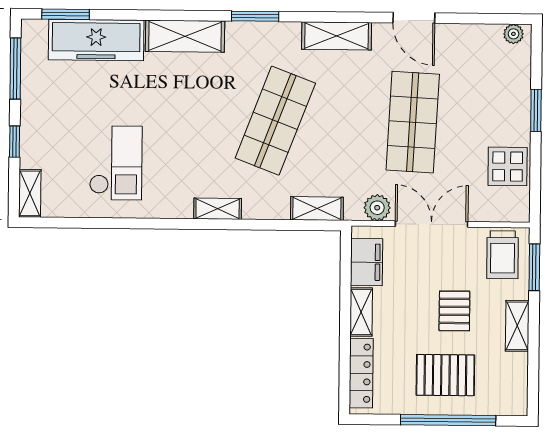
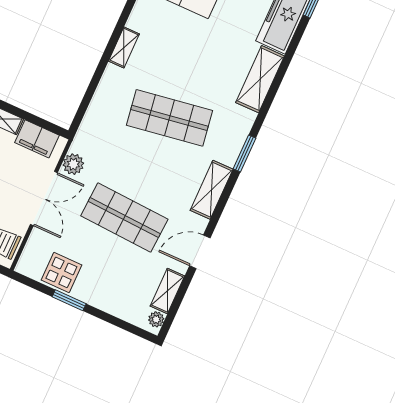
window: (255, 16) -> (244, 154), moved
window: (536, 110) -> (69, 300), moved
shop shelf: (275, 121) -> (169, 118), turned -30
shelving: (317, 209) -> (167, 291), moved

